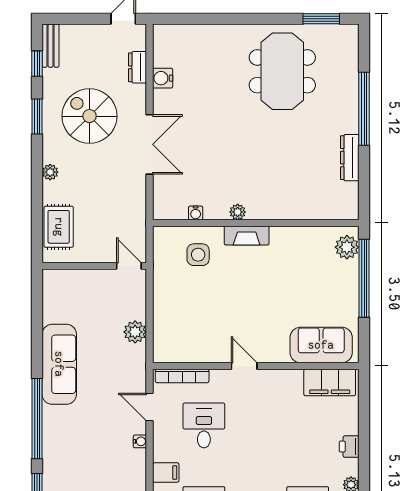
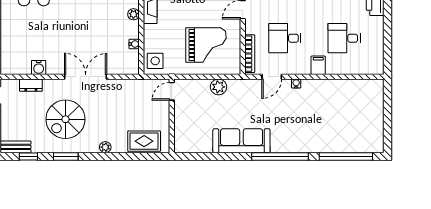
side table: (198, 255) -> (155, 61), moved
grand piano: (194, 314) -> (206, 45), added

